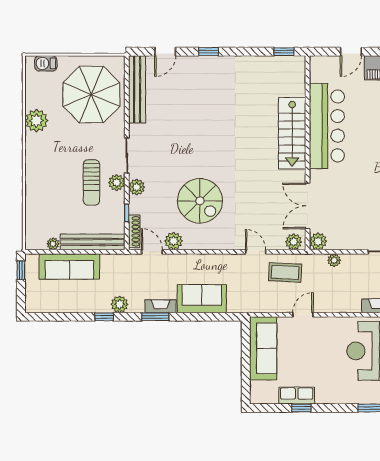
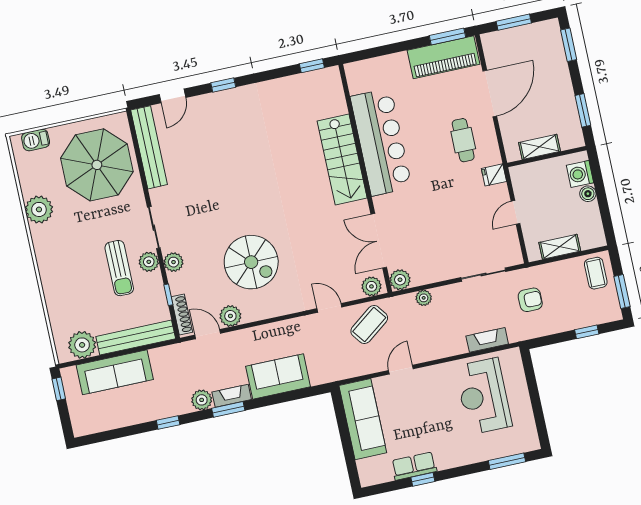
door: (351, 52) -> (390, 49), removed
plant: (53, 244) -> (82, 345), width x1.87, depth x1.87
coffee table: (285, 272) -> (369, 324), turned -40
plant: (119, 304) -> (202, 400), moved

